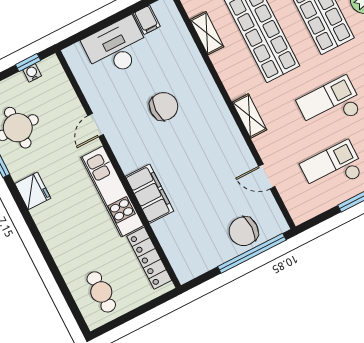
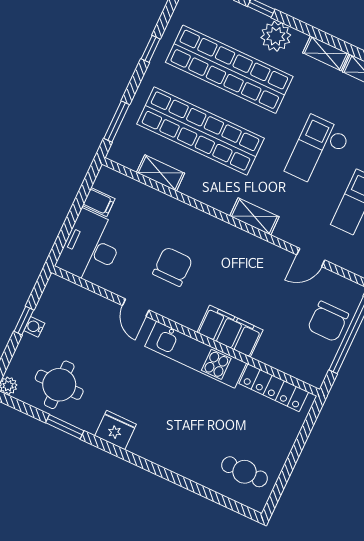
door: (96, 125) -> (136, 308), moved
wall: (118, 169) -> (186, 331), moved
kitchen unit: (112, 192) -> (196, 355), moved
filing cabinet: (150, 194) -> (230, 331), moved
locker: (149, 258) -> (274, 388), moved

